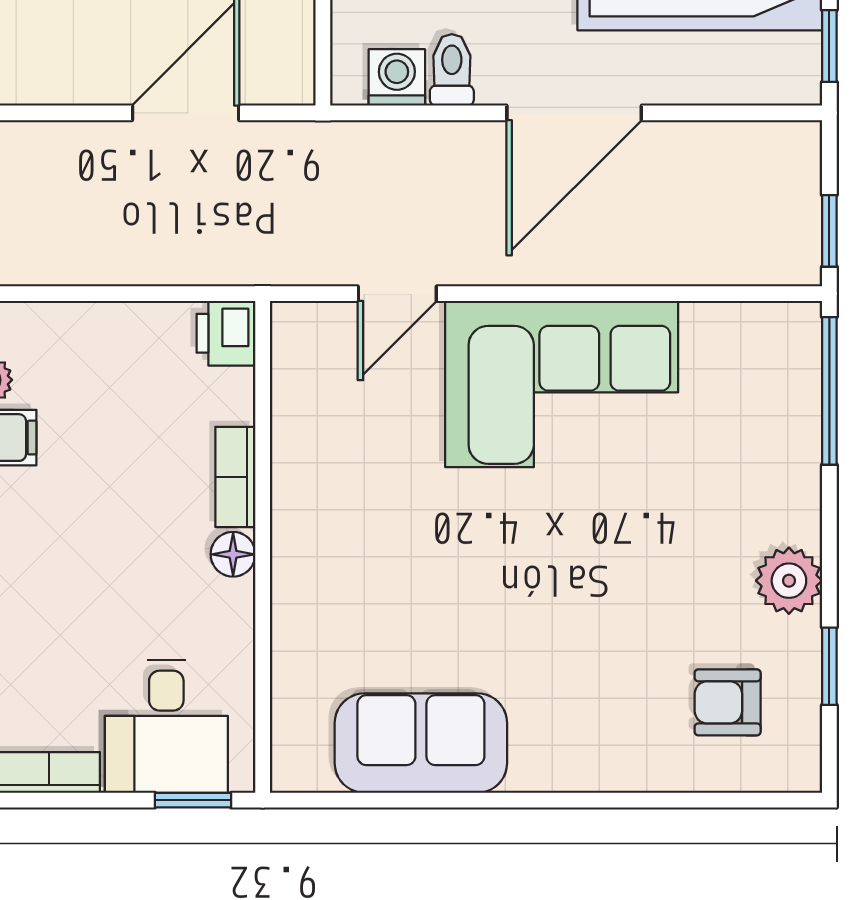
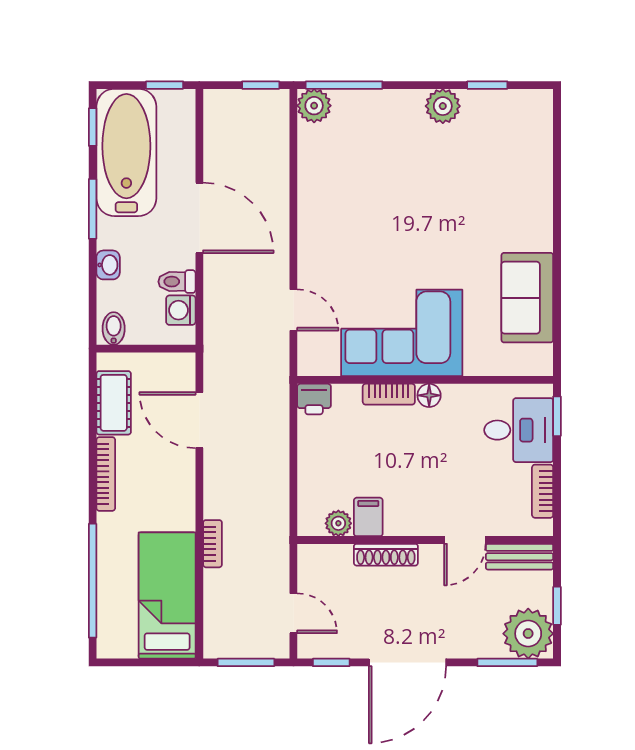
plant: (790, 333) -> (314, 106), added
corner sofa: (562, 384) -> (402, 333), moved, turned -90
armchair: (728, 702) -> (506, 138), removed

